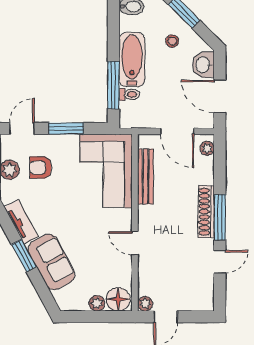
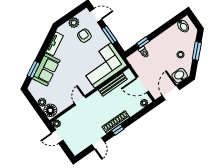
bathtub: (132, 60) -> (160, 43), removed
window: (114, 85) -> (143, 42), width x0.46
door: (177, 131) -> (142, 85), hinge flipped
window: (220, 217) -> (118, 130), width x0.46
window: (24, 256) -> (33, 69), moved
door: (220, 262) -> (98, 143), hinge flipped

